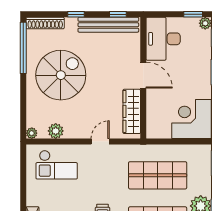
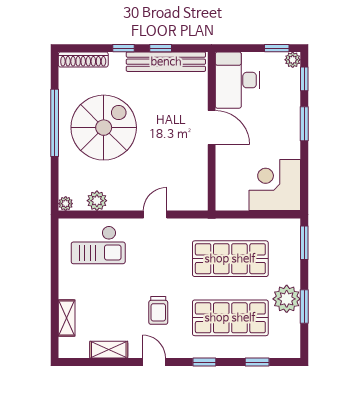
window: (118, 14) -> (161, 48), moved
window: (23, 48) -> (55, 123), moved
wardrobe: (132, 111) -> (197, 175), removed

